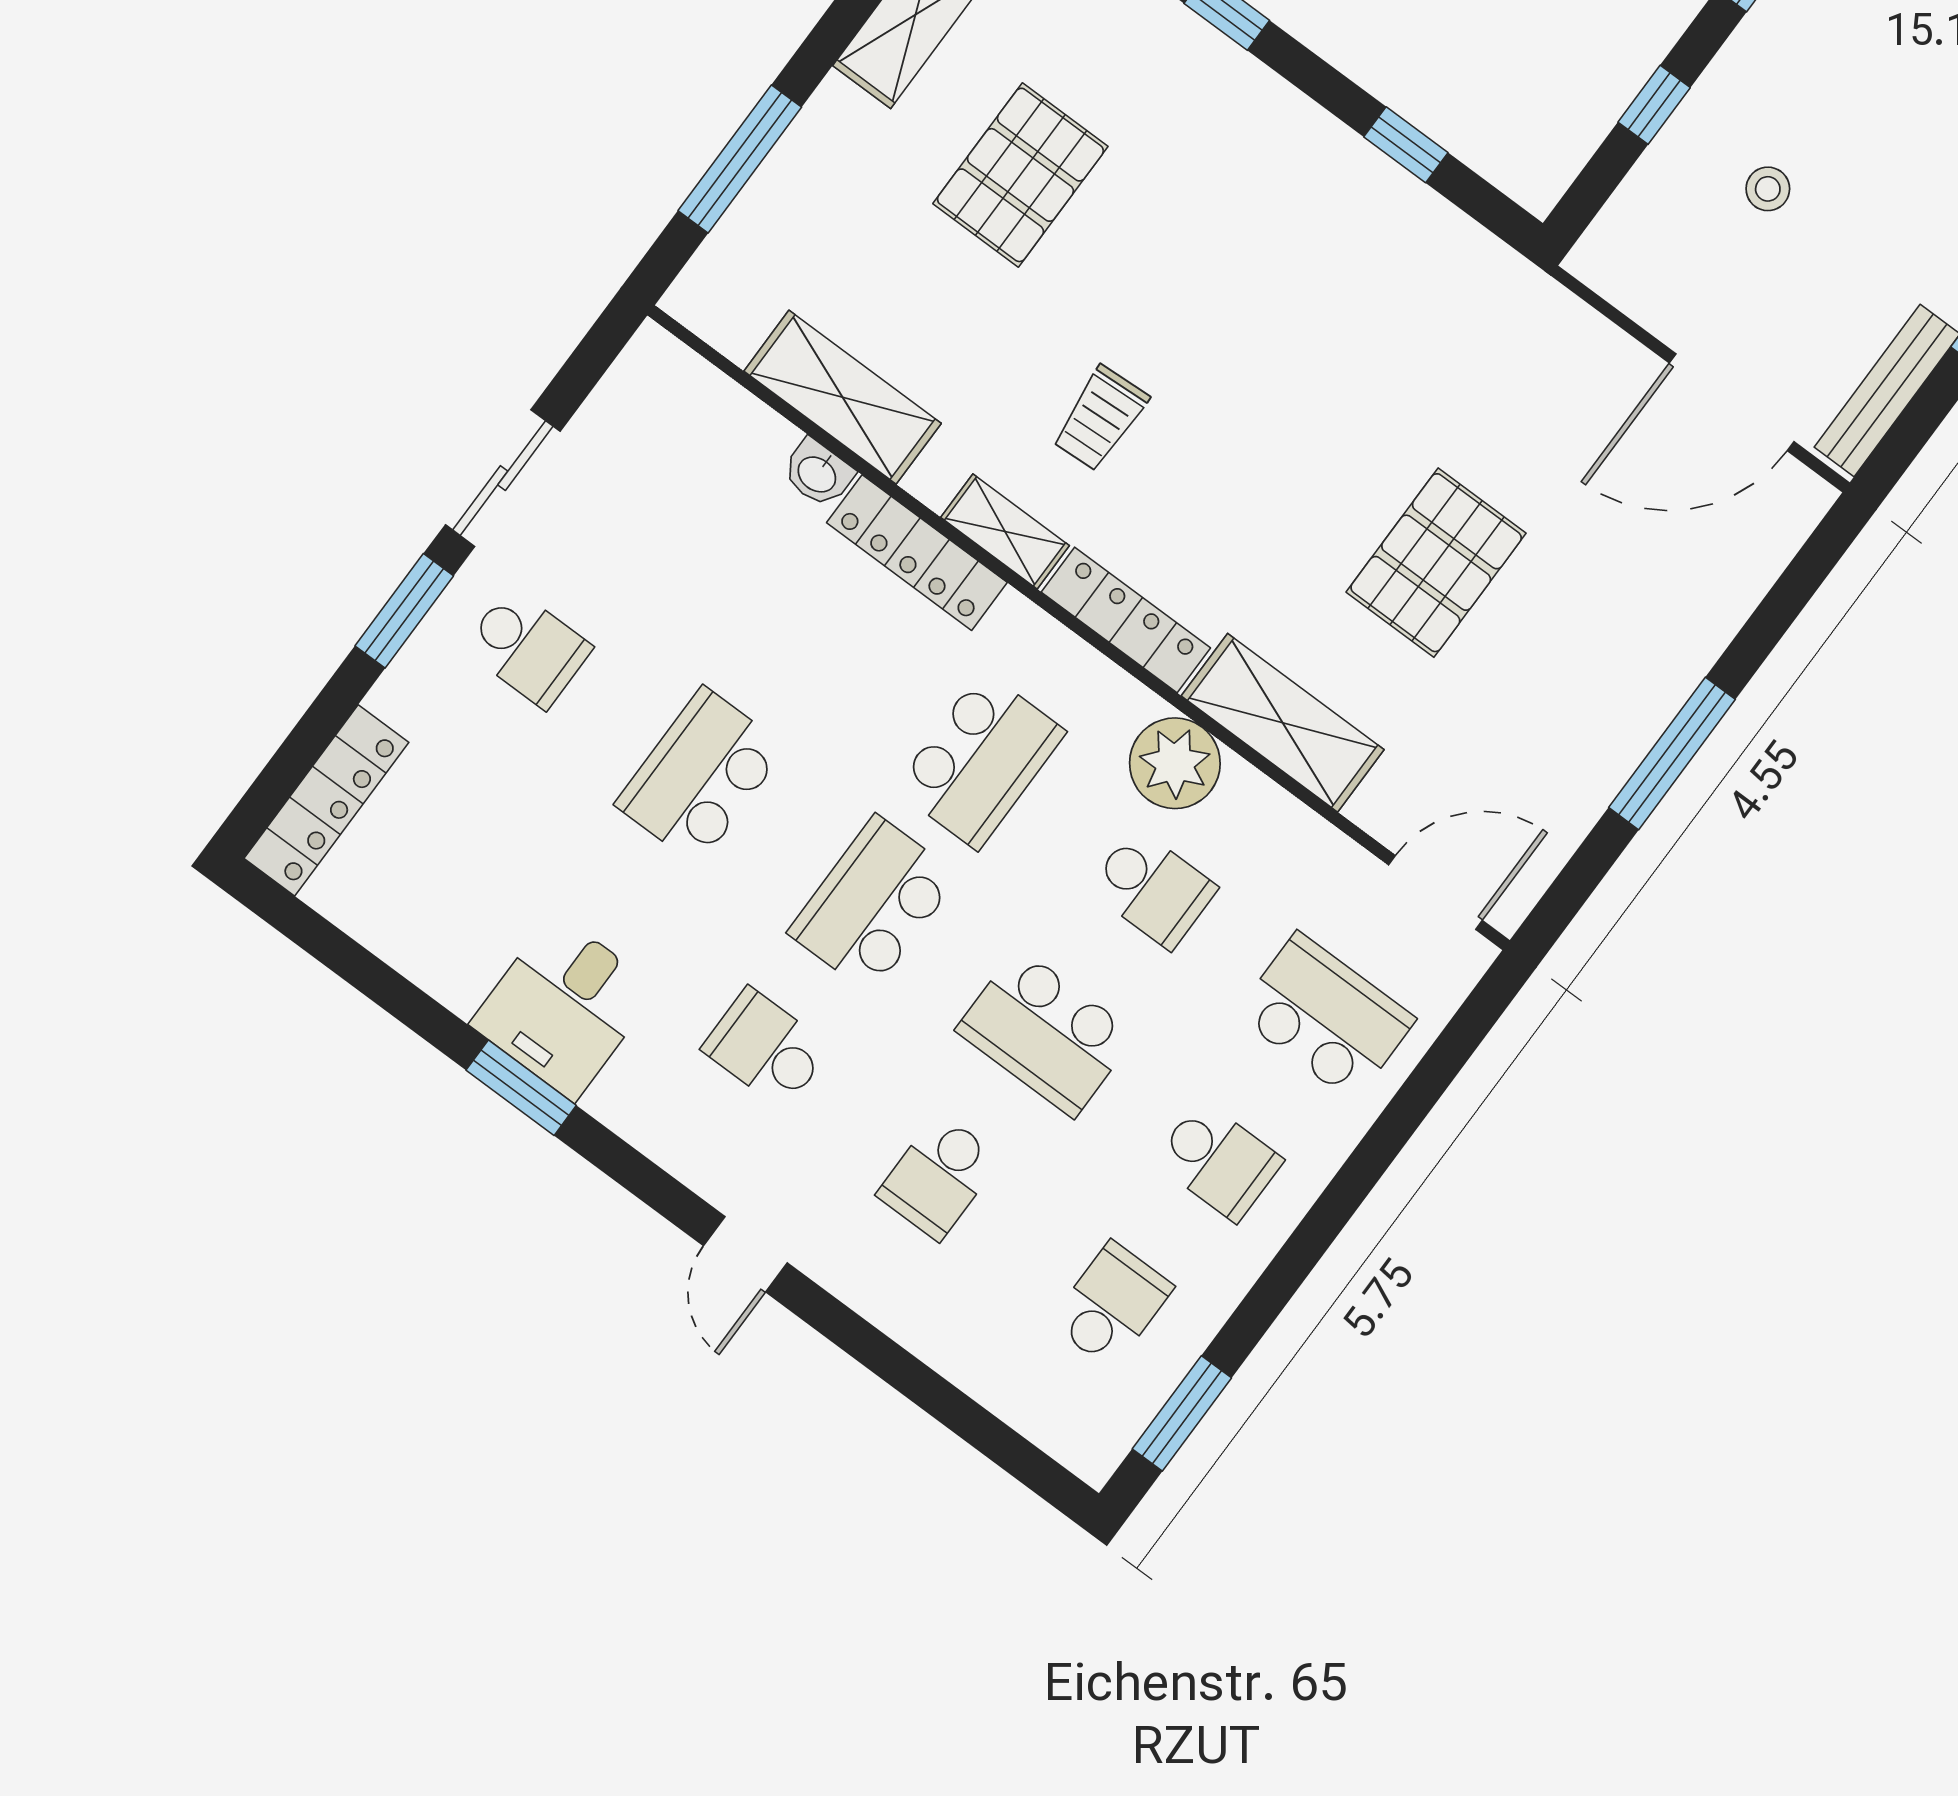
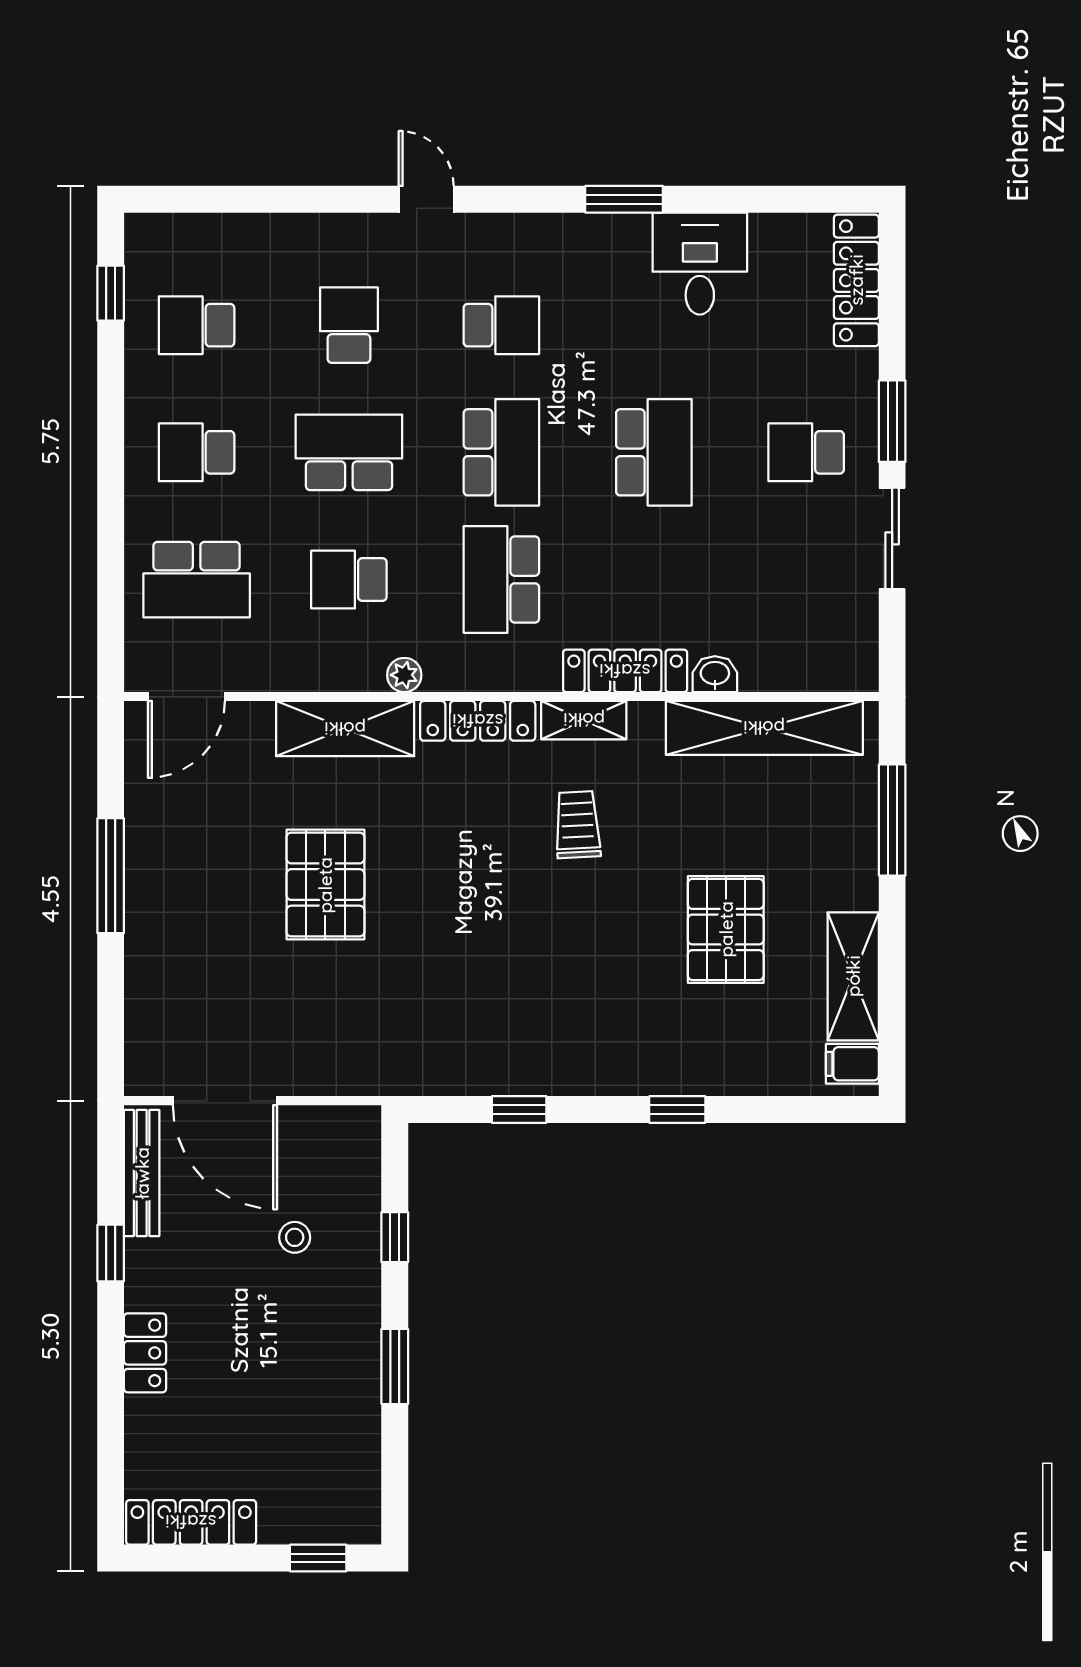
shelving: (843, 397) -> (764, 728), width x1.47
door: (1732, 402) -> (225, 1101), swing flipped
plant: (1175, 763) -> (404, 675), width x0.53, depth x0.53
desk: (564, 1007) -> (700, 264), moved
school desk: (1111, 1305) -> (197, 325), turned 90
window: (1182, 1413) -> (111, 293), width x0.67

